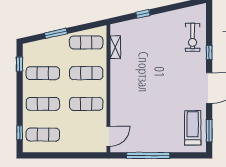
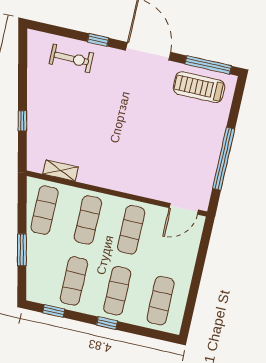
window: (209, 131) -> (208, 65), width x1.44
window: (20, 133) -> (107, 323), moved
door: (108, 136) -> (184, 209), swing flipped

